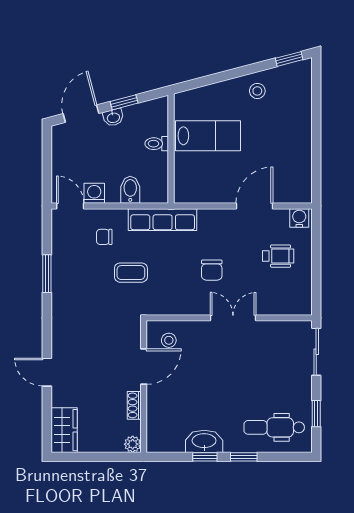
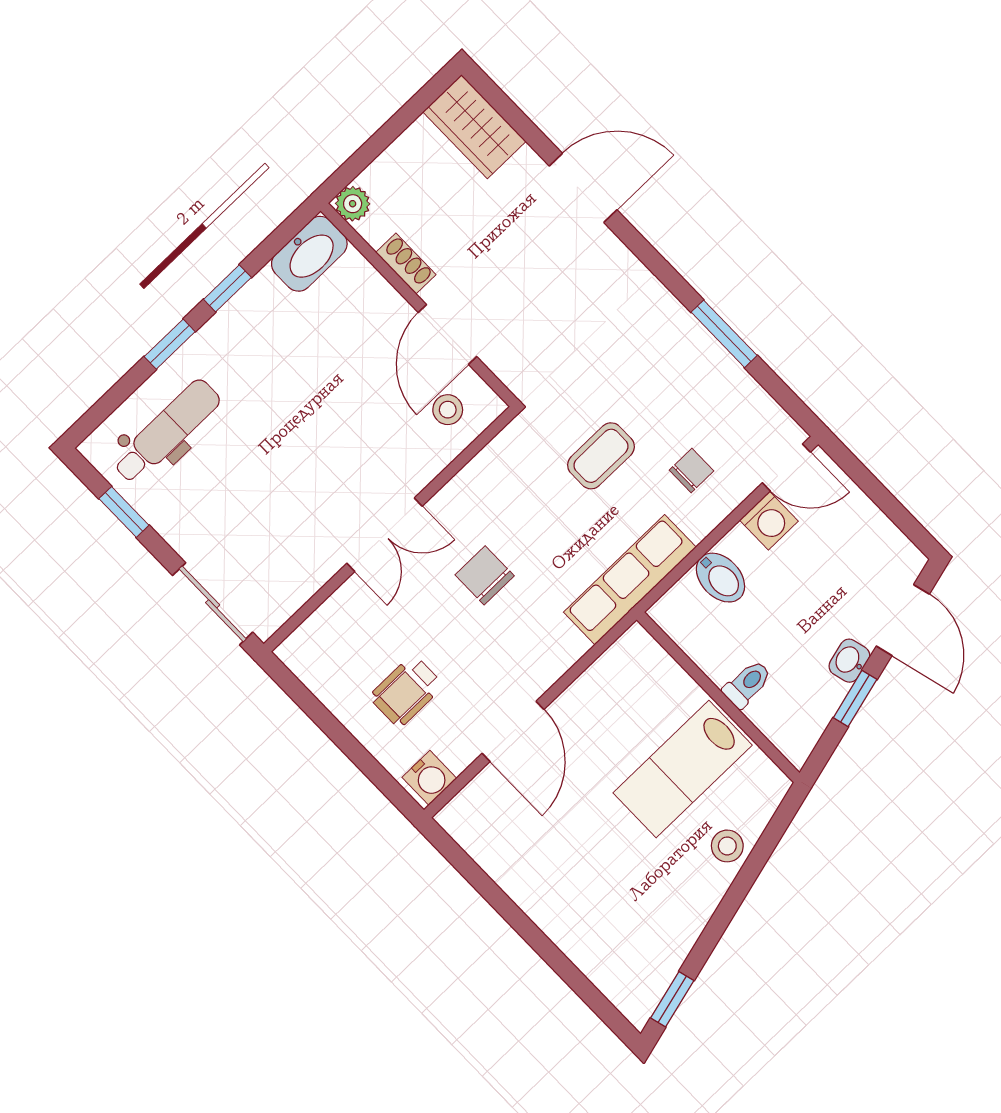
stool: (257, 91) -> (727, 846), moved
door: (47, 372) -> (583, 188), width x1.38
washbasin: (204, 441) -> (309, 254), moved

